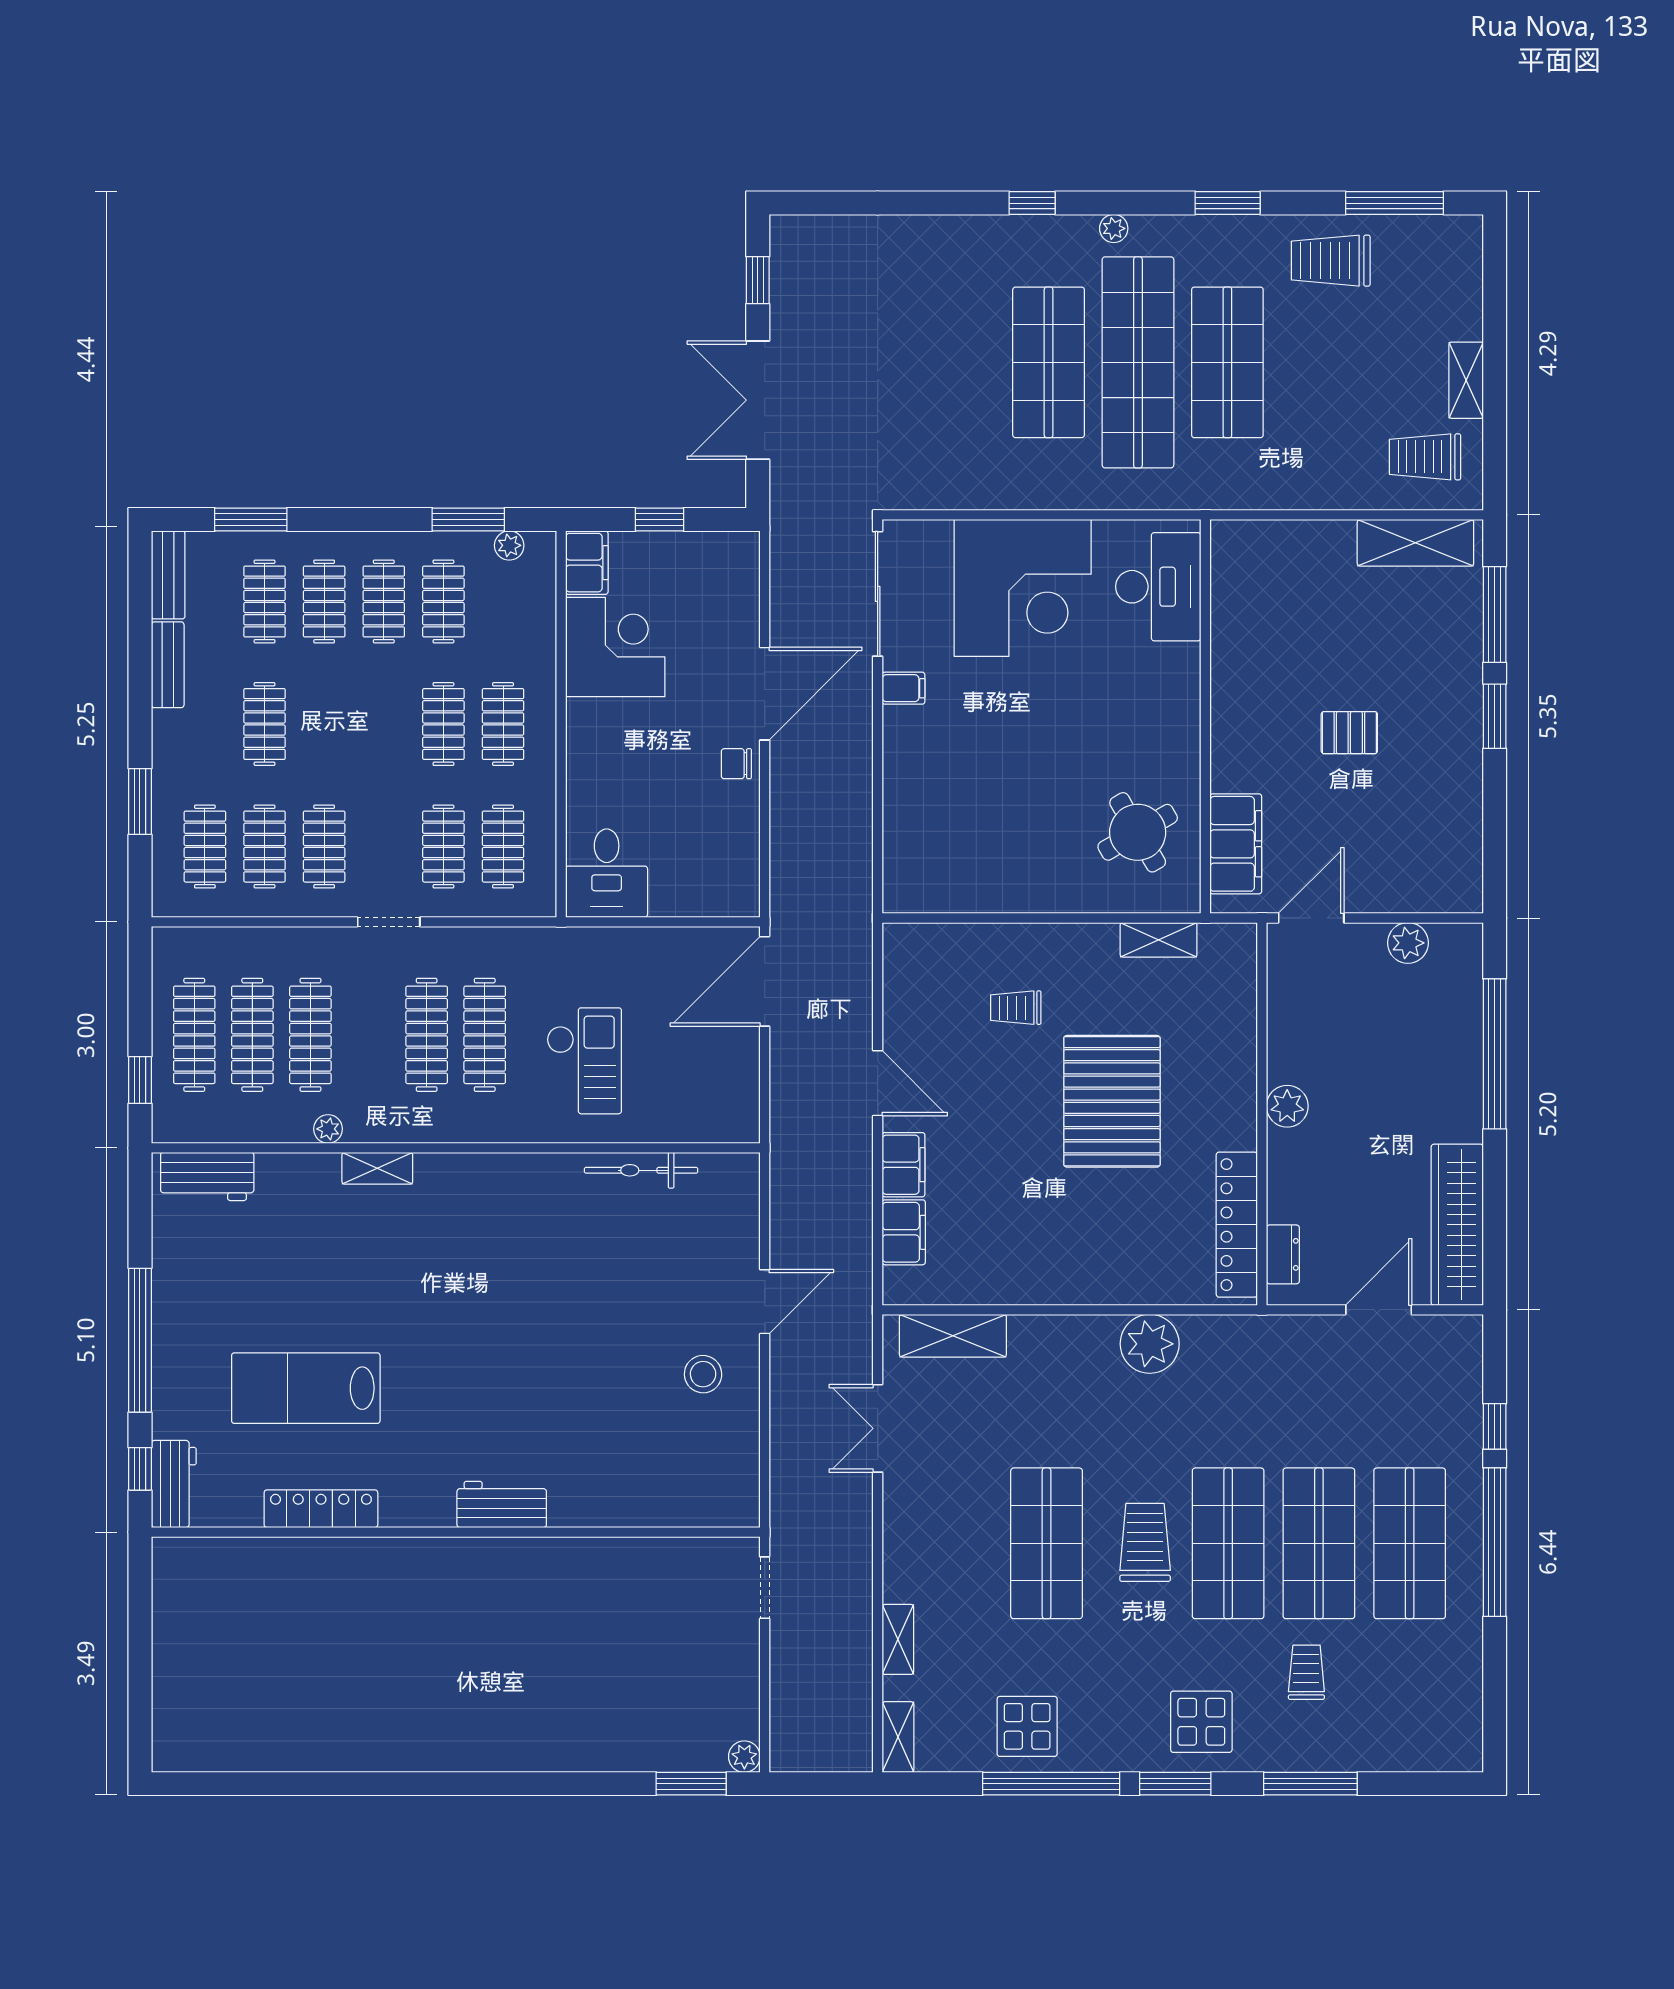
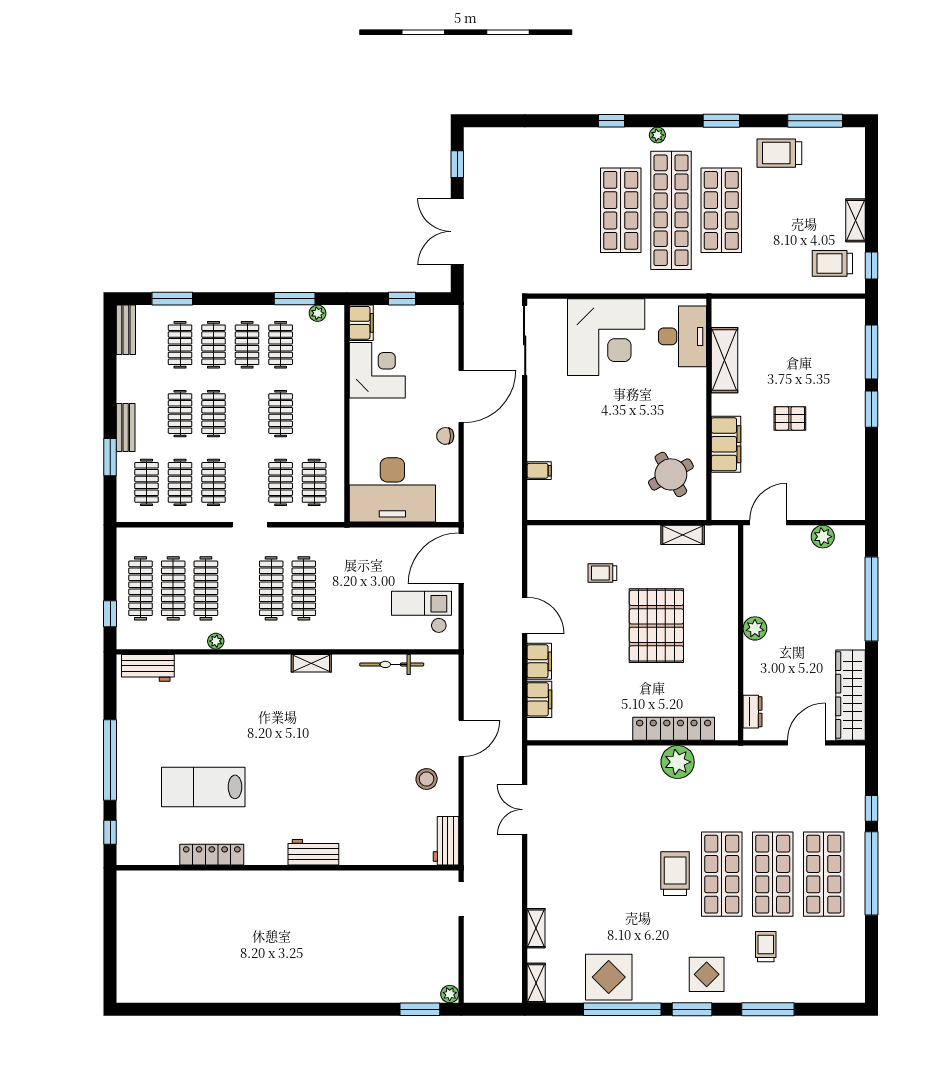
window: (1495, 461) -> (872, 266), added
shelving: (1415, 543) -> (725, 360), moved, turned 90
bench: (168, 665) -> (126, 427), moved
filing cabinet: (903, 688) -> (539, 471), moved
clothes rail: (503, 724) -> (214, 414), moved
filing cabinet: (1236, 844) -> (726, 444), moved
desk: (607, 873) -> (392, 490), width x1.87, depth x1.30
checkout: (584, 1061) -> (422, 612), moved, turned -90
shelving: (377, 1168) -> (311, 663), moved
locker: (1237, 1225) -> (674, 729), moved, turned 90
shelving: (953, 1336) -> (567, 757), removed
workbench: (174, 1484) -> (446, 841), moved, turned 180
shop shelf: (1047, 1543) -> (620, 874), removed
display table: (1027, 1726) -> (609, 977), width x1.36, depth x1.36

